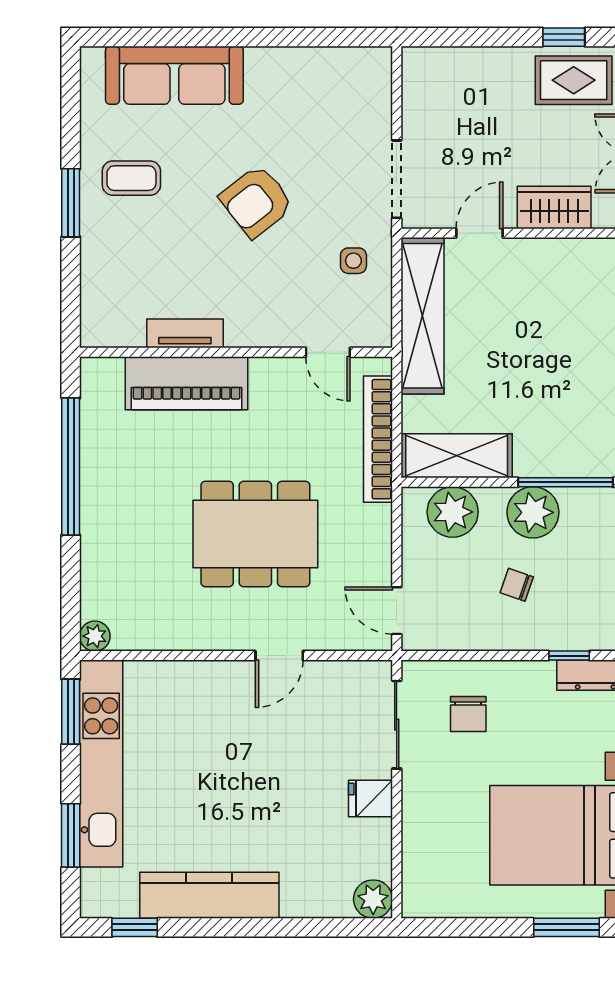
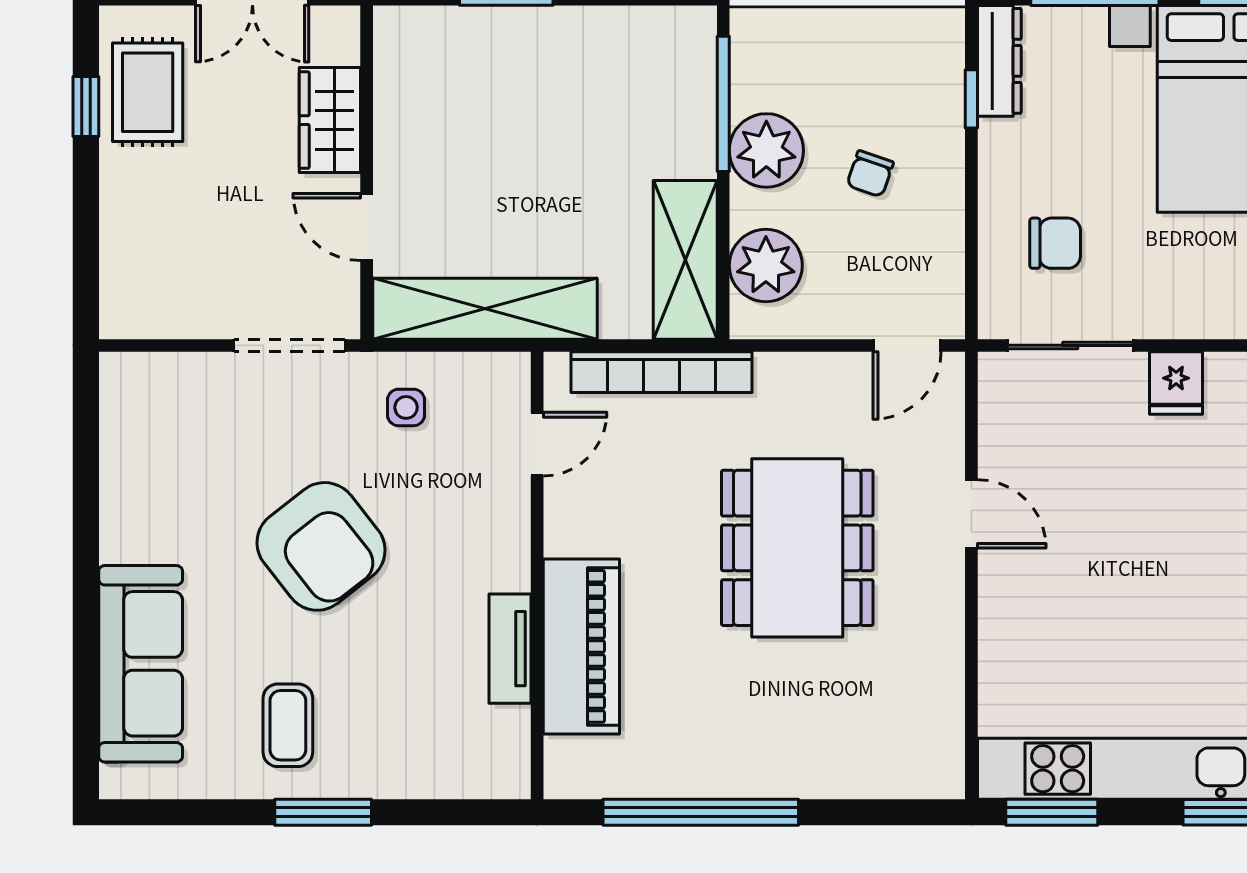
armchair: (256, 201) -> (321, 546), width x1.36, depth x1.36
plant: (95, 636) -> (944, 778), removed

